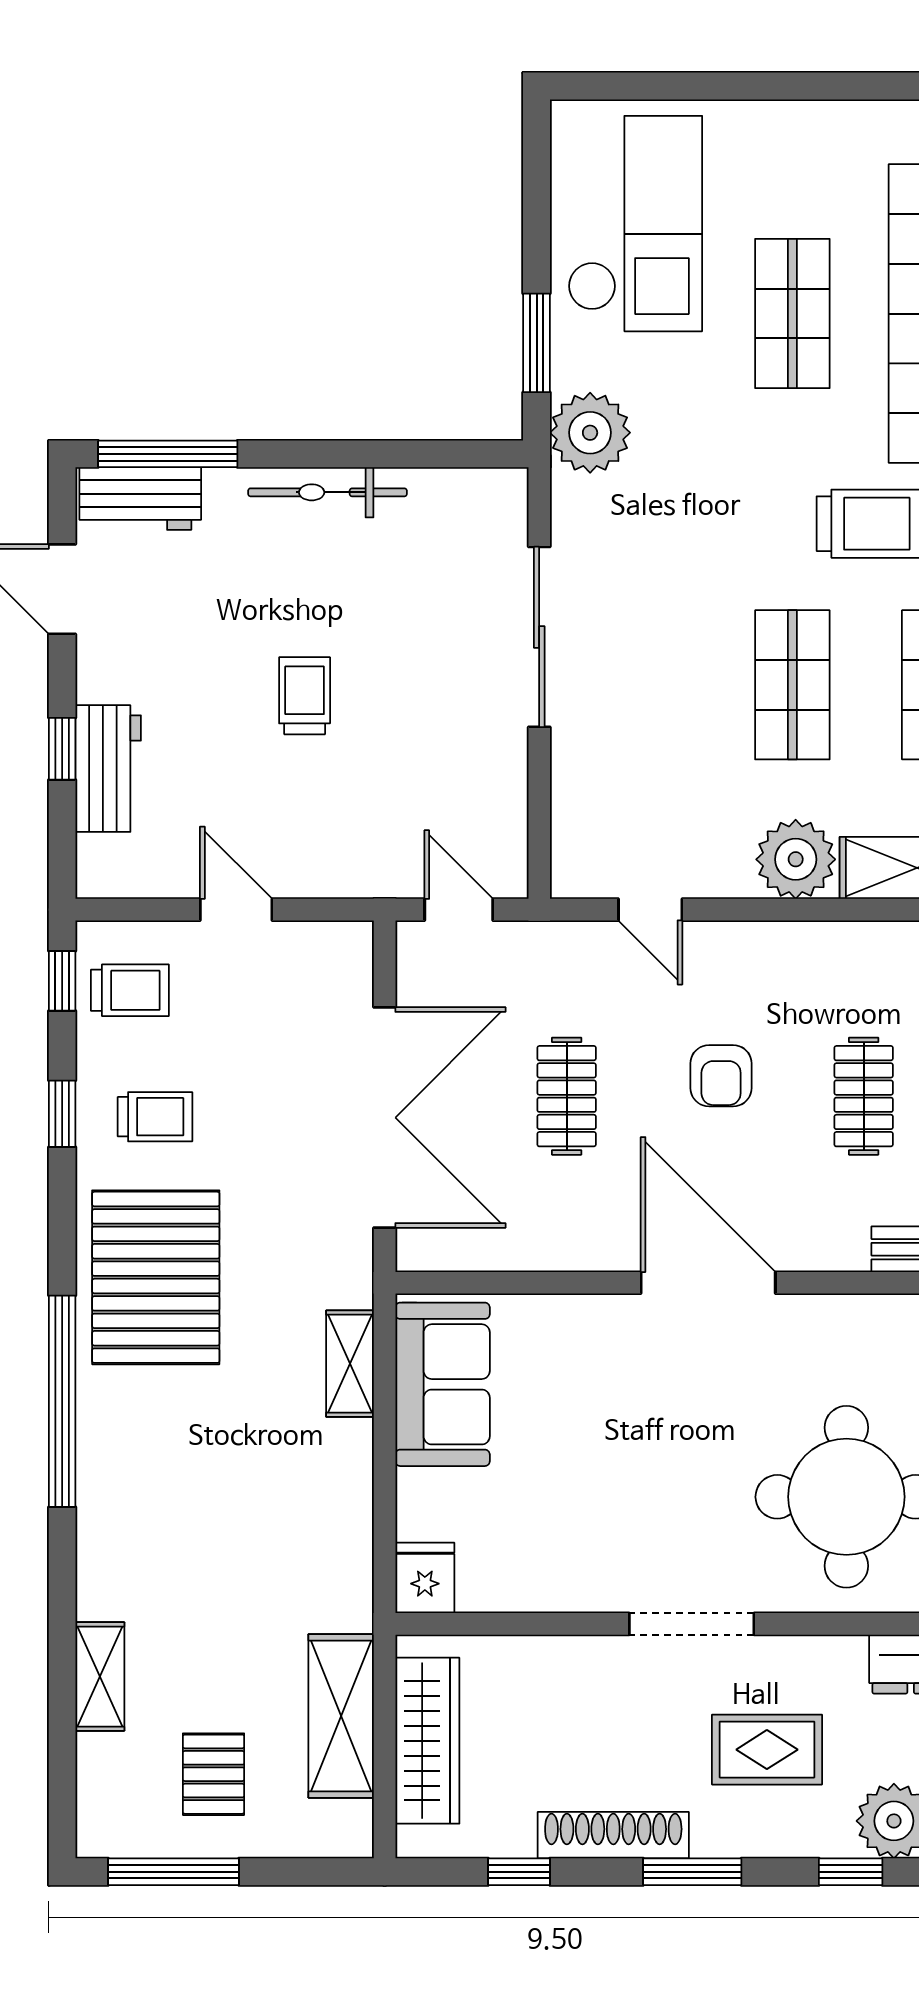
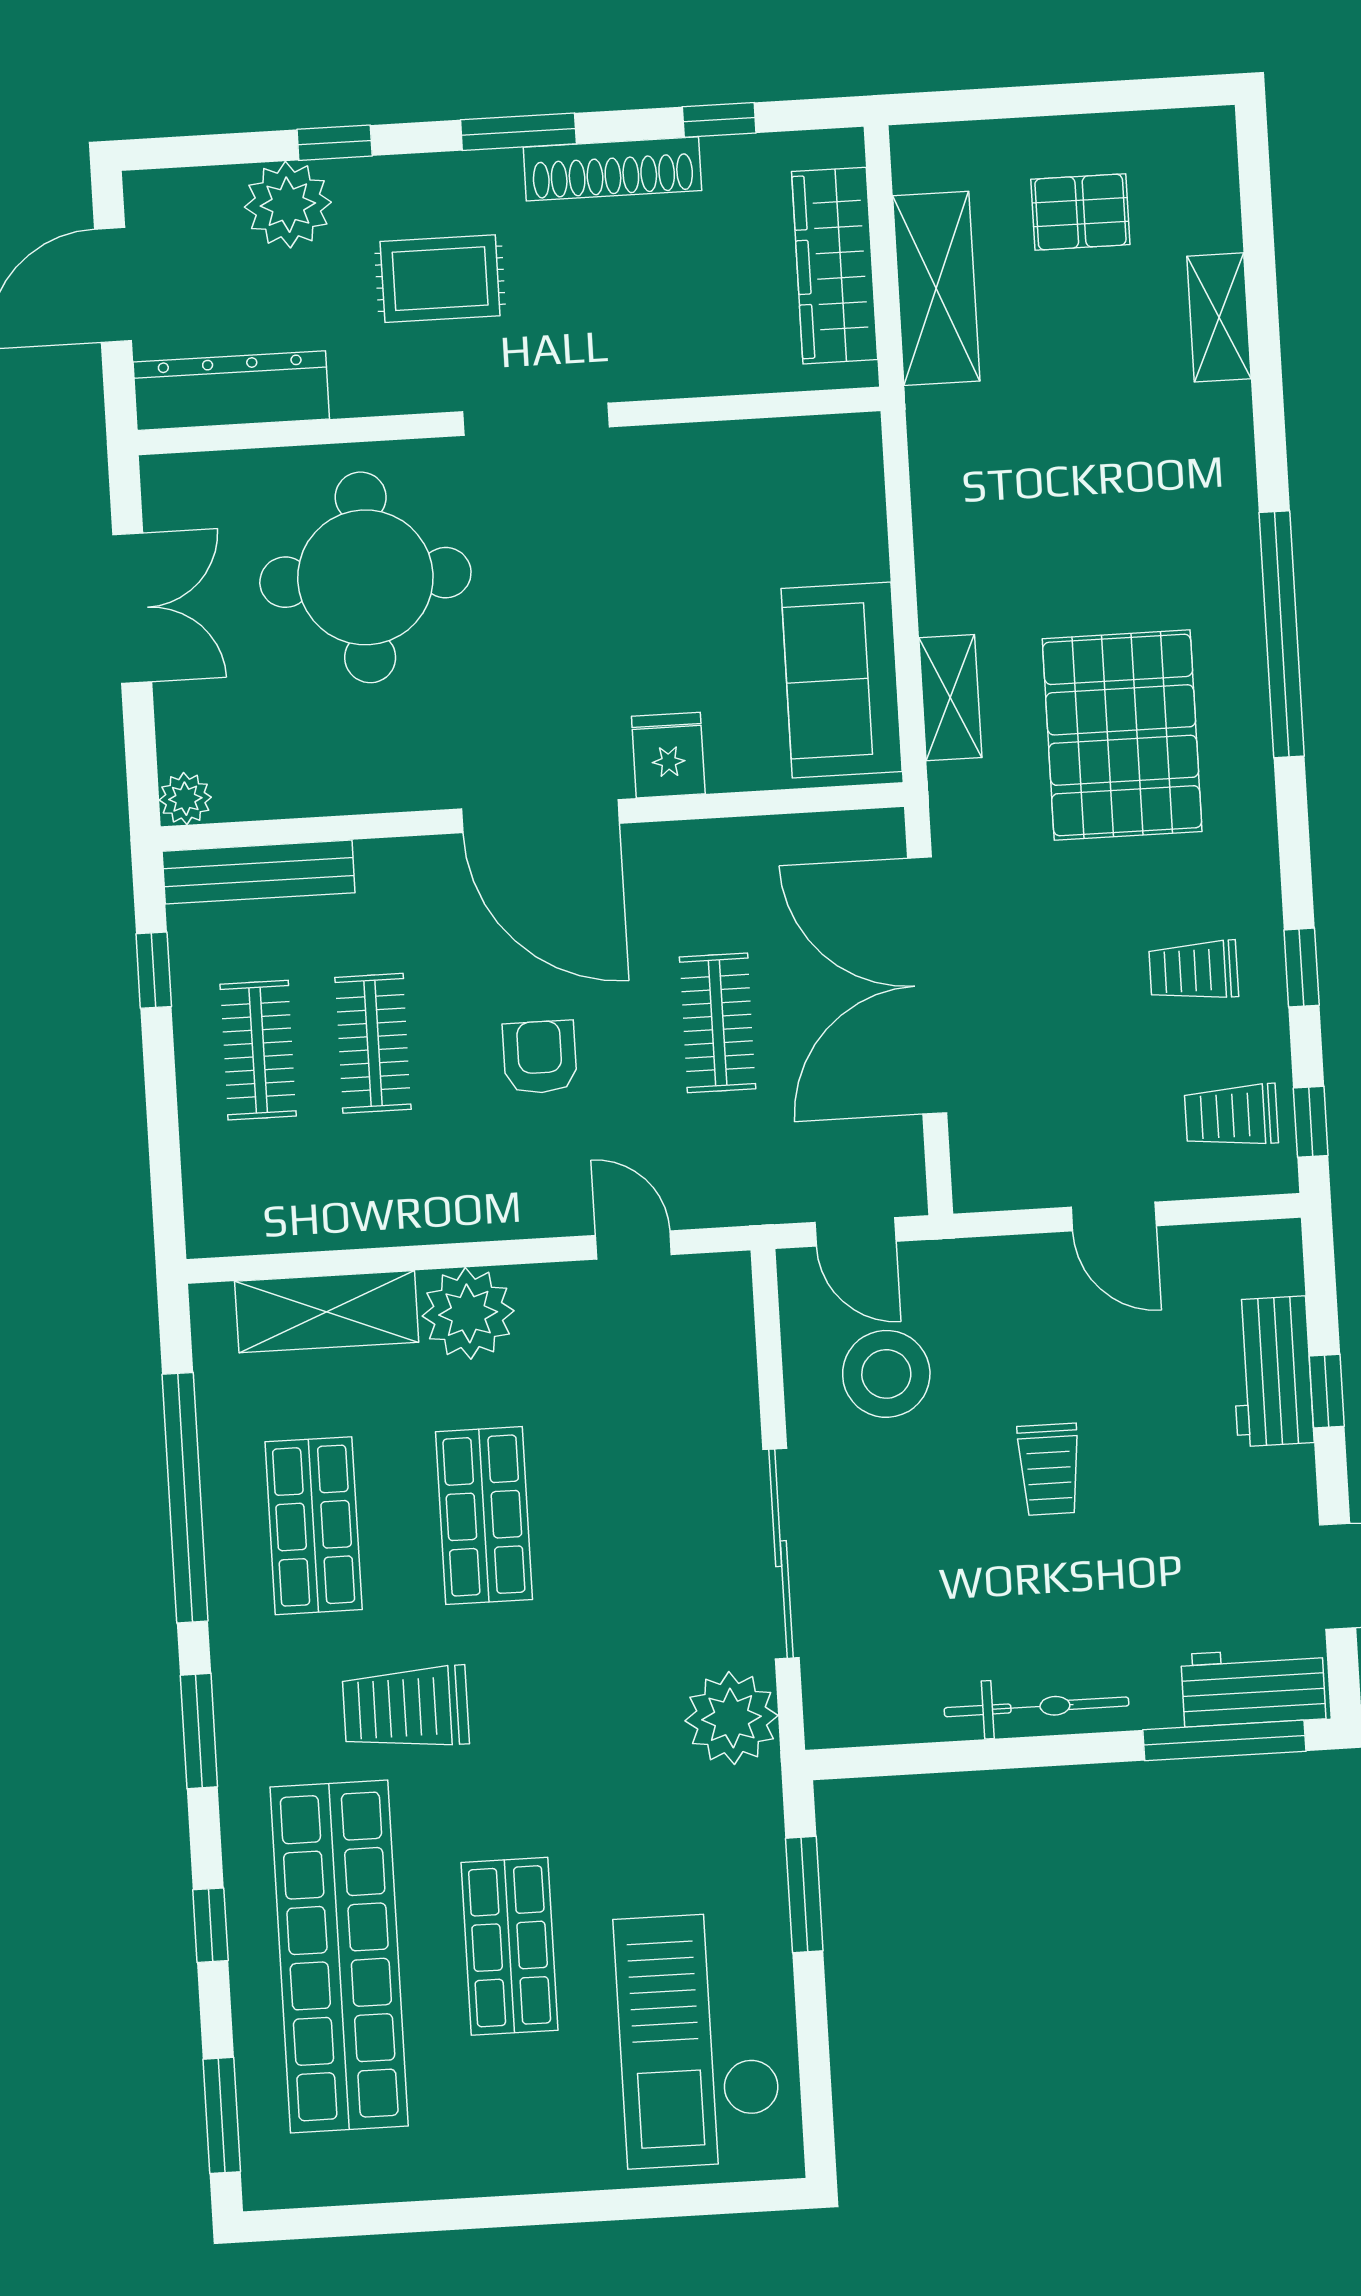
plant: (590, 433) -> (732, 1718), moved
stool: (440, 786) -> (886, 1374), added
pallet: (156, 1277) -> (1122, 735), moved
fridge: (425, 1578) -> (668, 755), moved, turned 180
pallet: (214, 1774) -> (1080, 212), turned 90
window: (174, 1872) -> (1120, 96), removed

